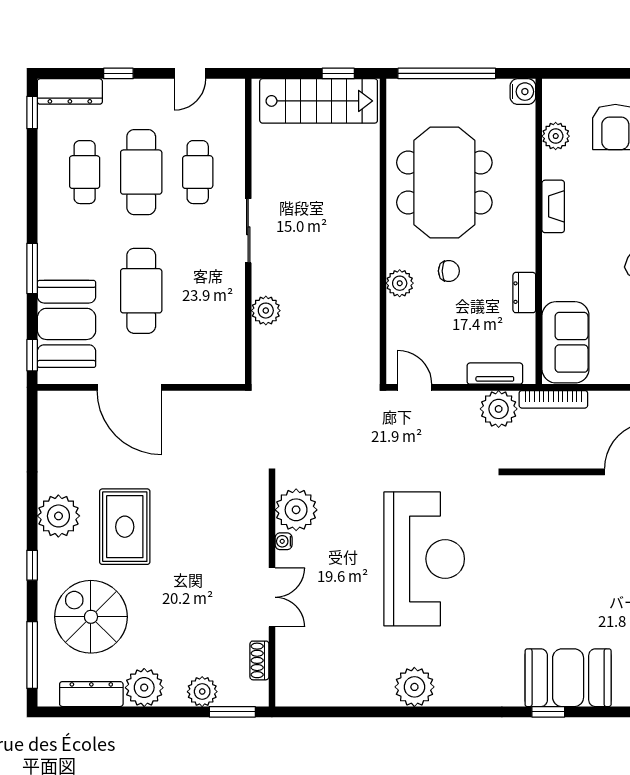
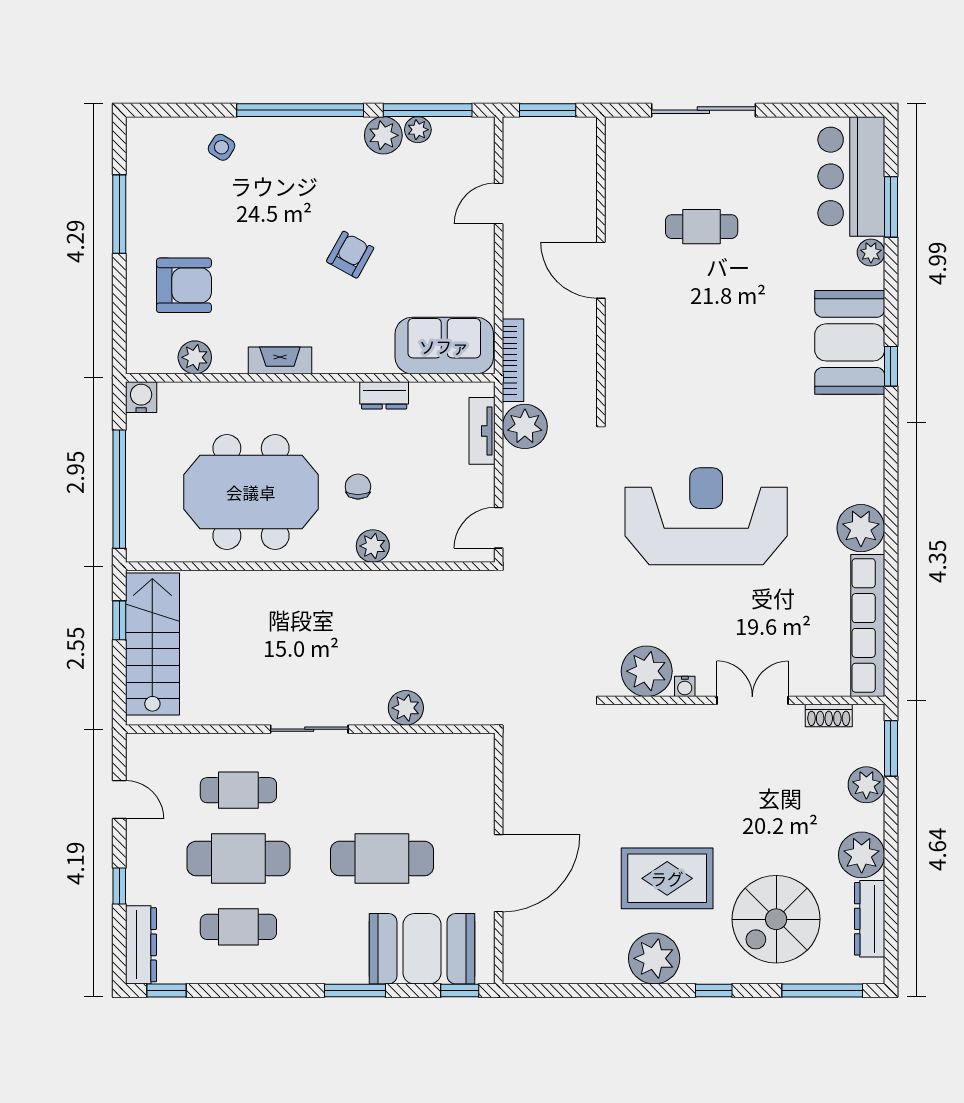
row of seats: (334, 693) -> (868, 625), added

